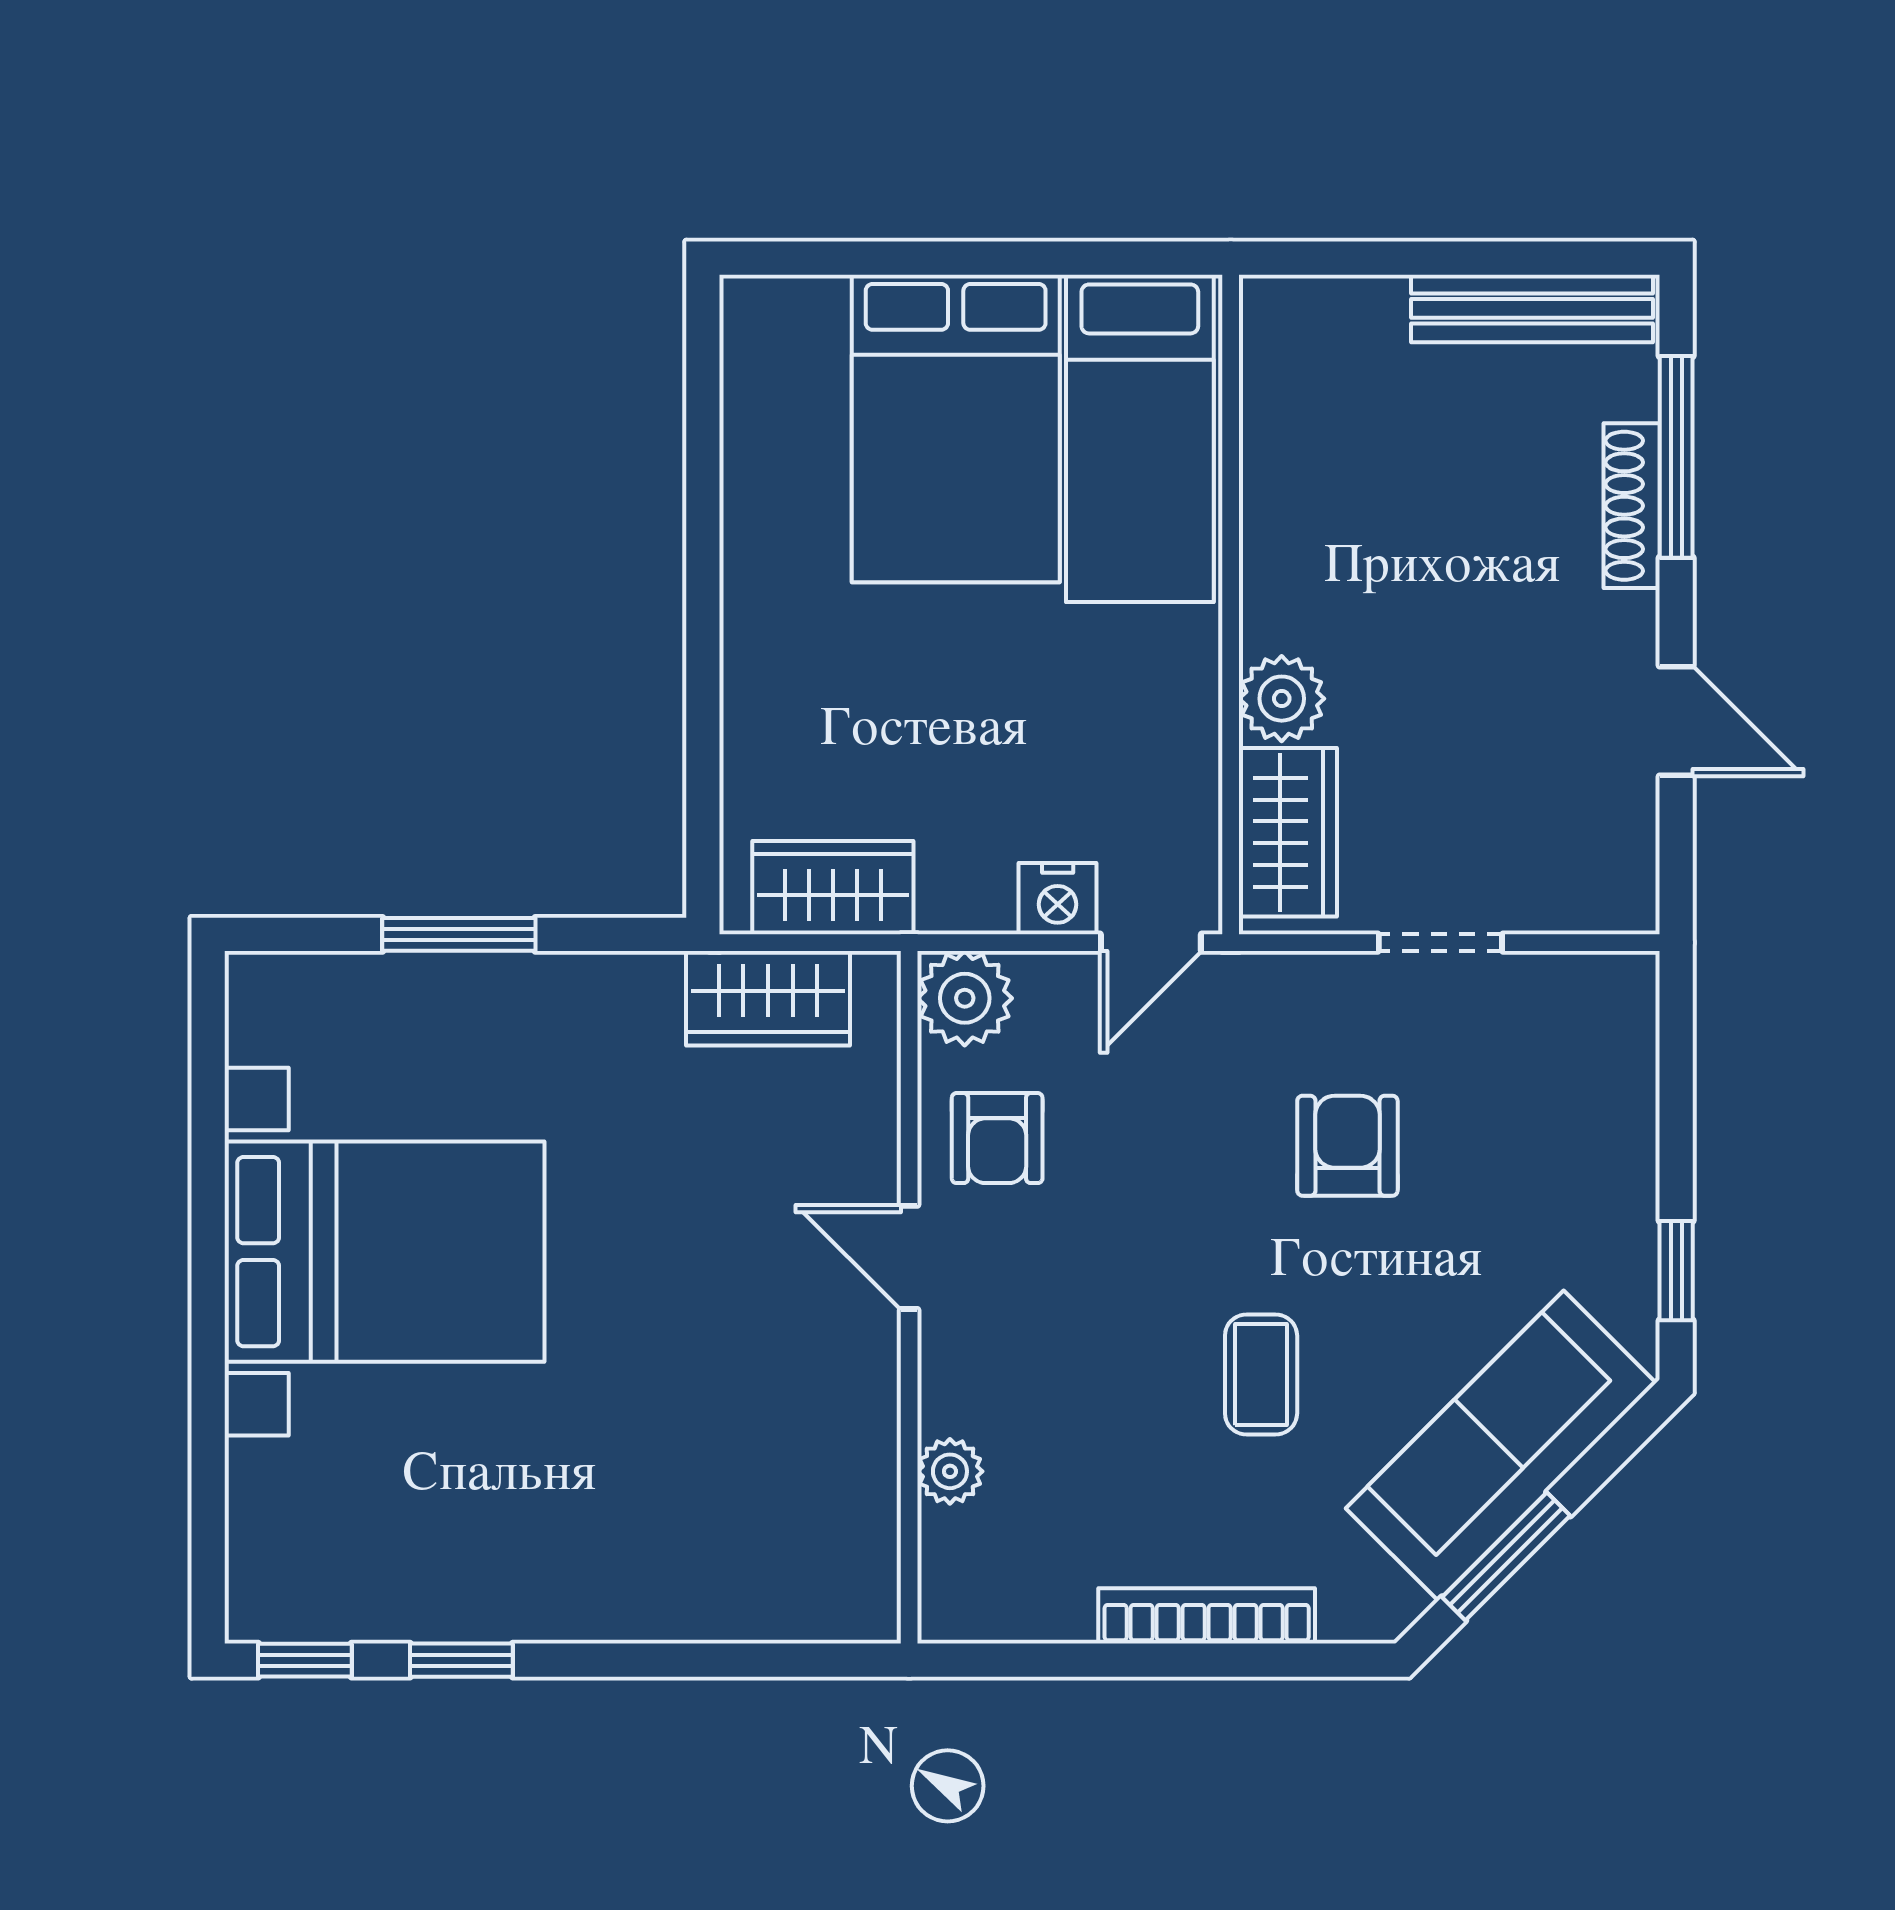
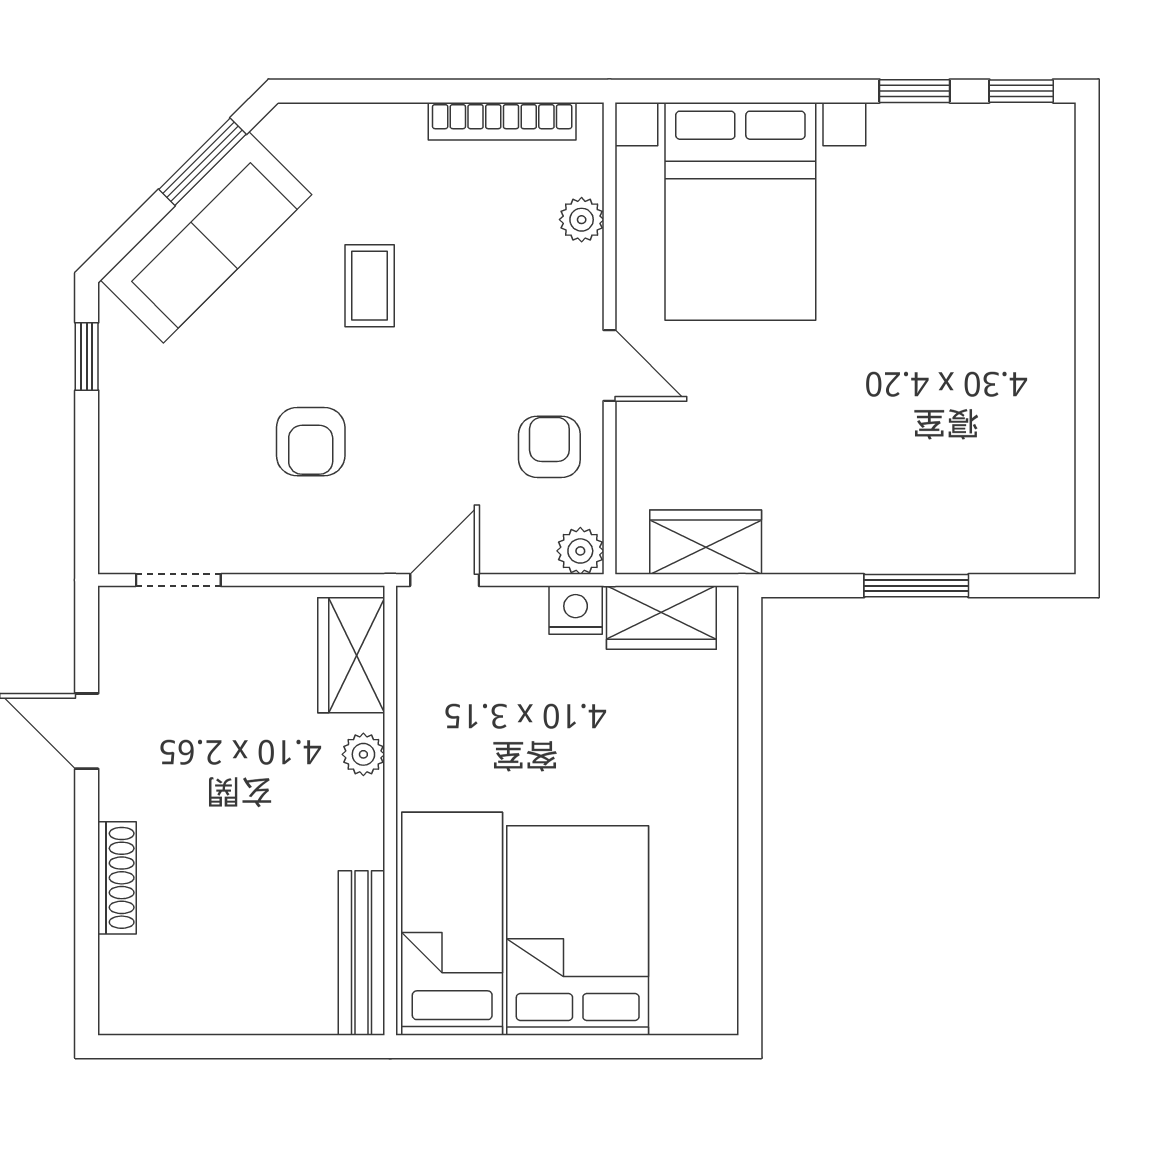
bench: (1532, 308) -> (362, 953), moved, turned 90
window: (1676, 457) -> (87, 911), removed
plant: (1282, 699) -> (363, 754), width x0.73, depth x0.73
nightstand: (1058, 899) -> (576, 610), moved
doorway: (1440, 943) -> (178, 580), moved
plant: (965, 998) -> (580, 551), width x0.73, depth x0.73
bed with nightstands: (384, 1252) -> (740, 211), moved, turned -90
bookcase: (1207, 1616) -> (502, 121), moved

